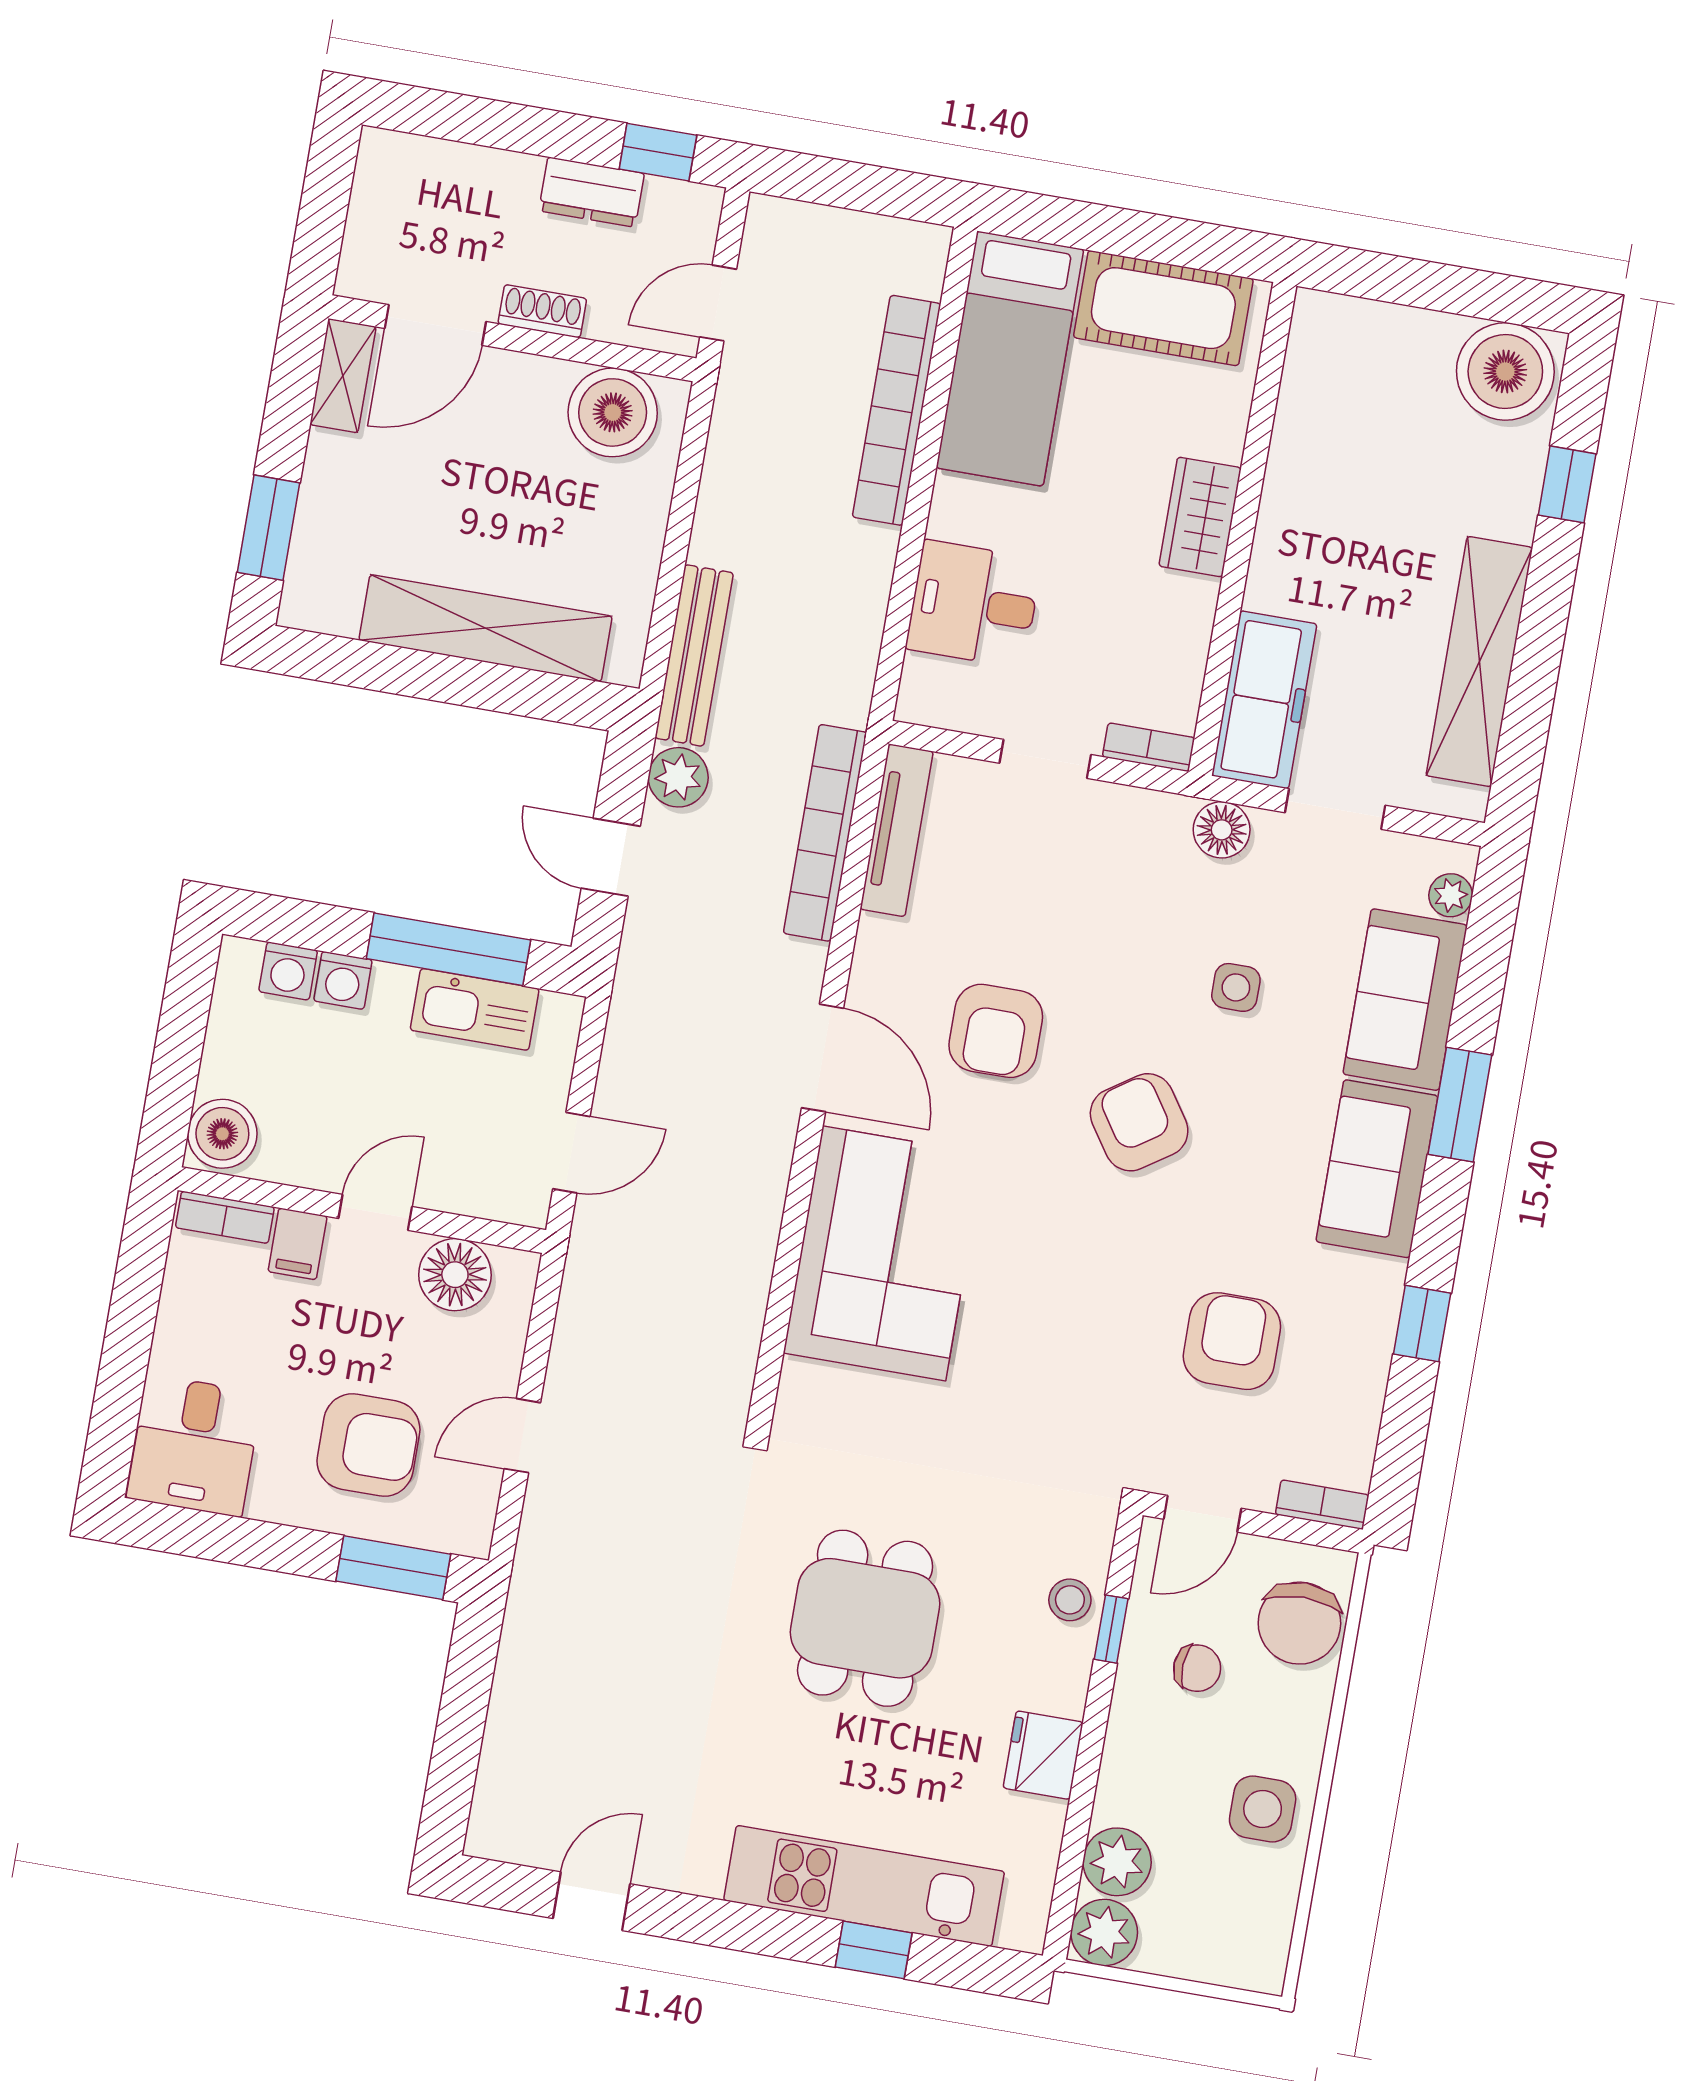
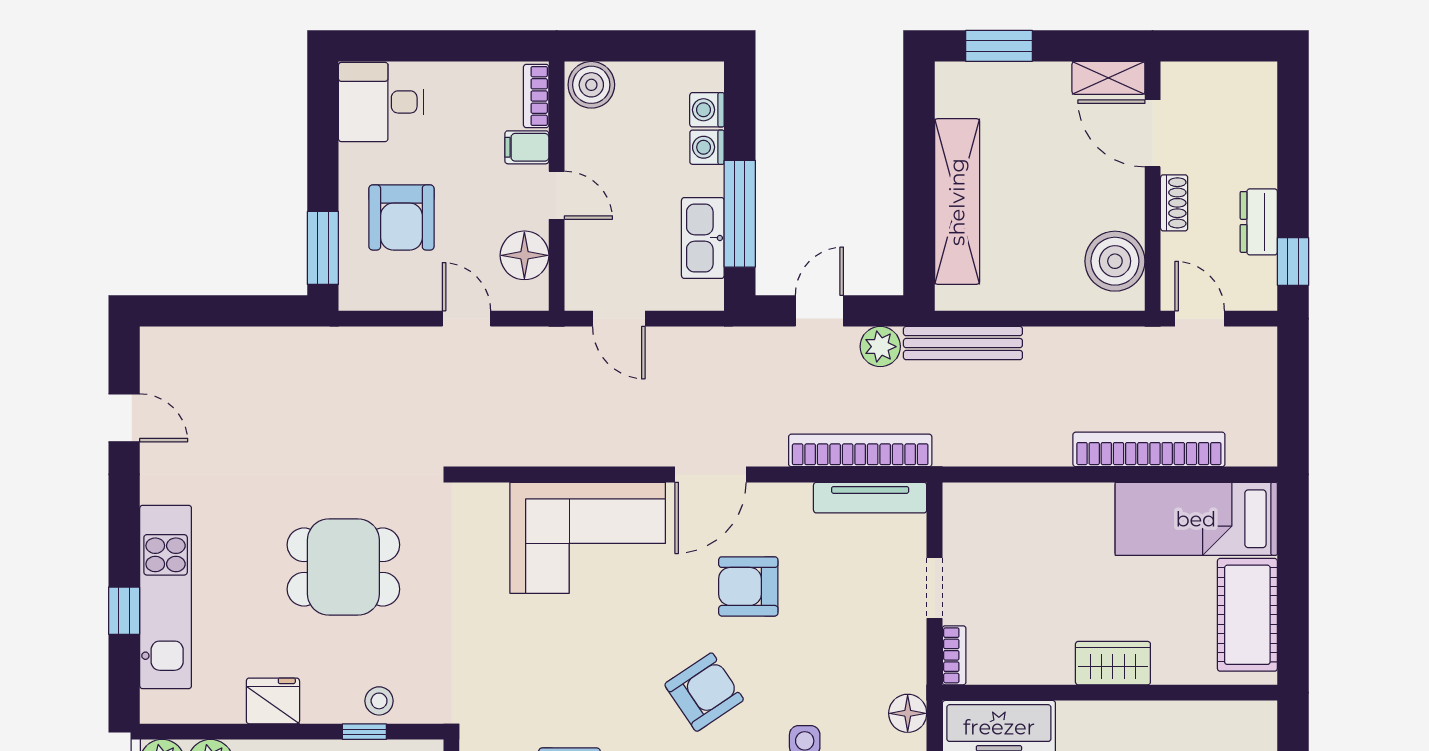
desk: (974, 604) -> (1029, 523), removed
door: (522, 1436) -> (467, 319), moved

